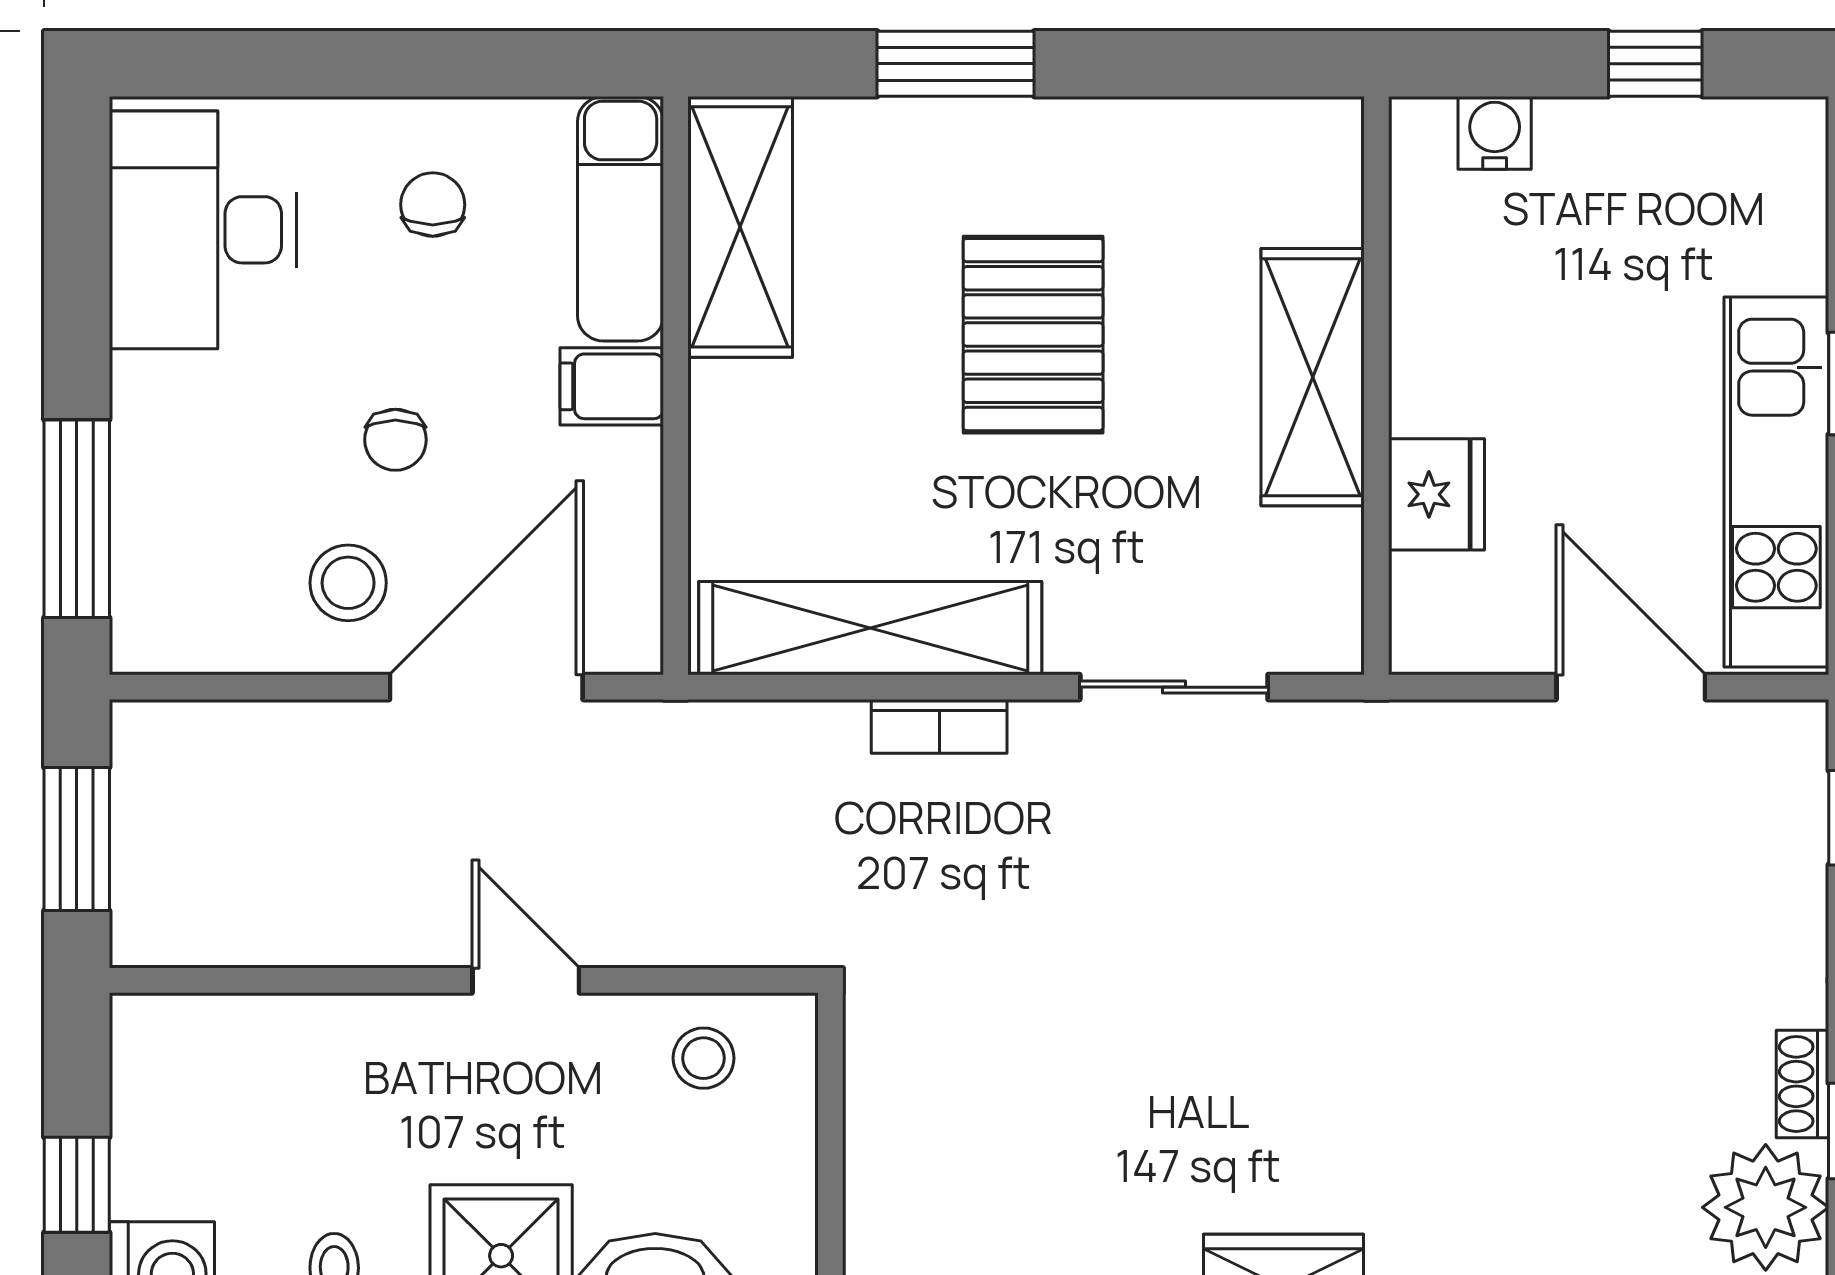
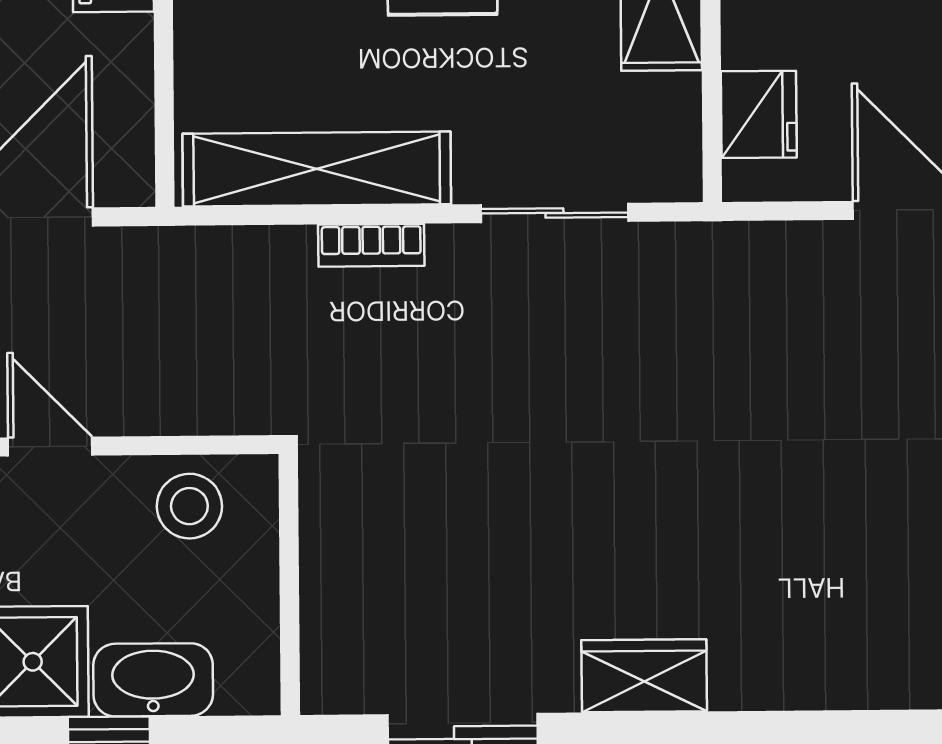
fridge: (1437, 494) -> (759, 114), moved
stool: (704, 1058) -> (189, 506), width x1.37, depth x1.37

